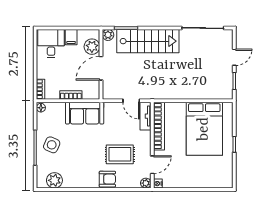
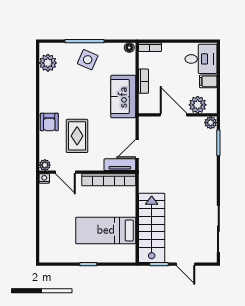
stairs: (148, 41) -> (152, 228), moved, turned 180
bed: (204, 129) -> (106, 230), width x0.67

